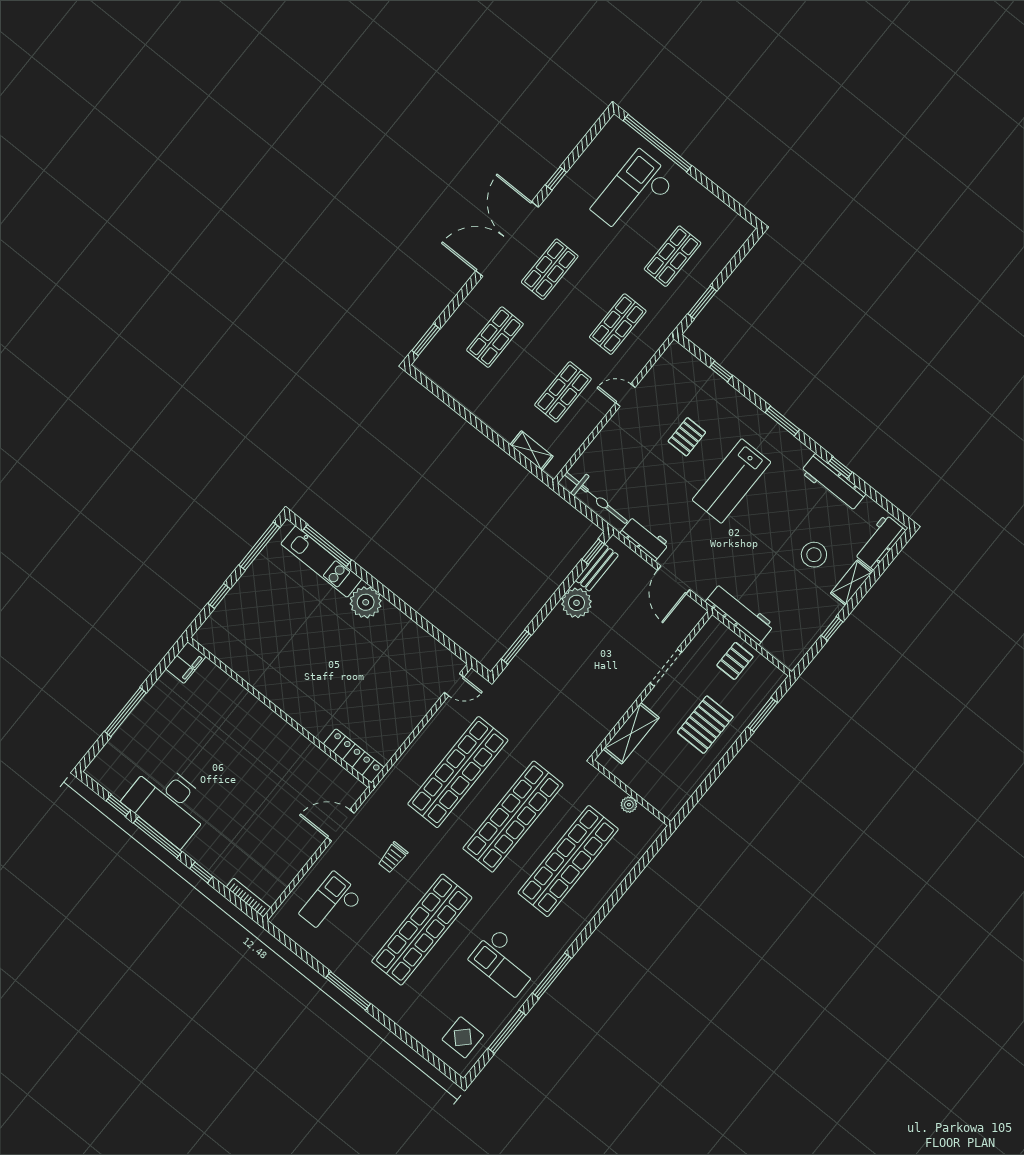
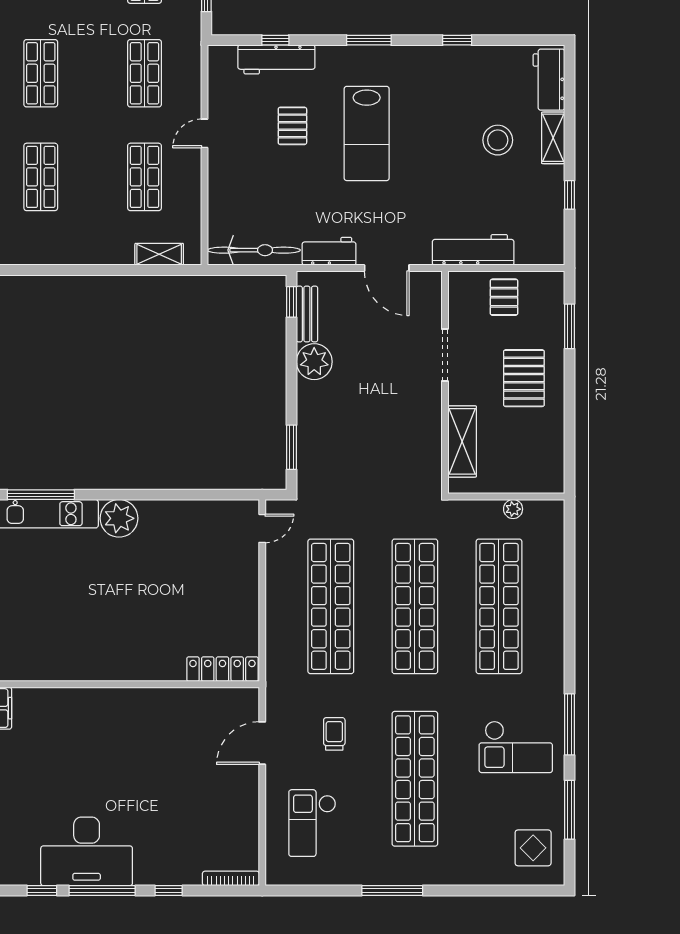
workbench: (833, 483) -> (276, 59), moved
trolley: (393, 857) -> (334, 734), turned 180

